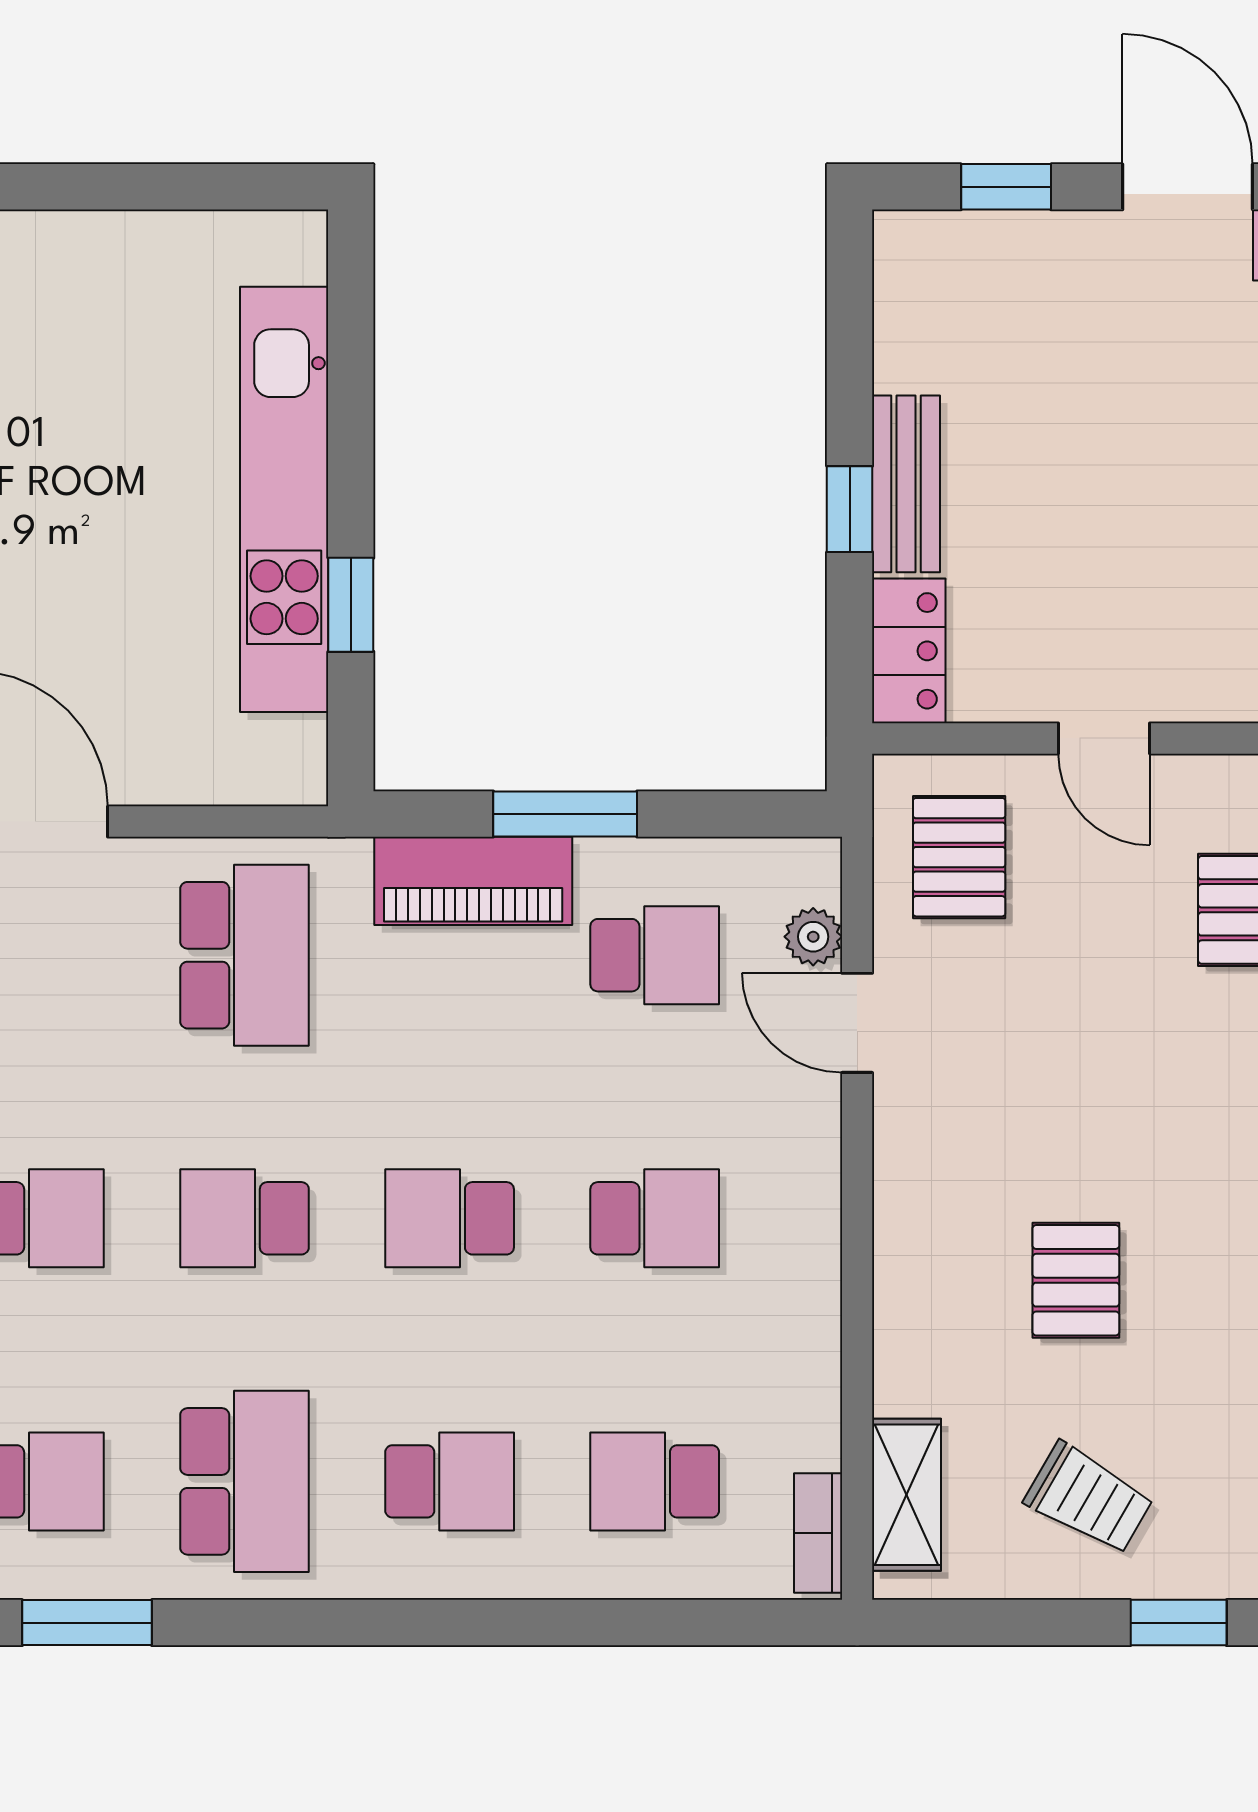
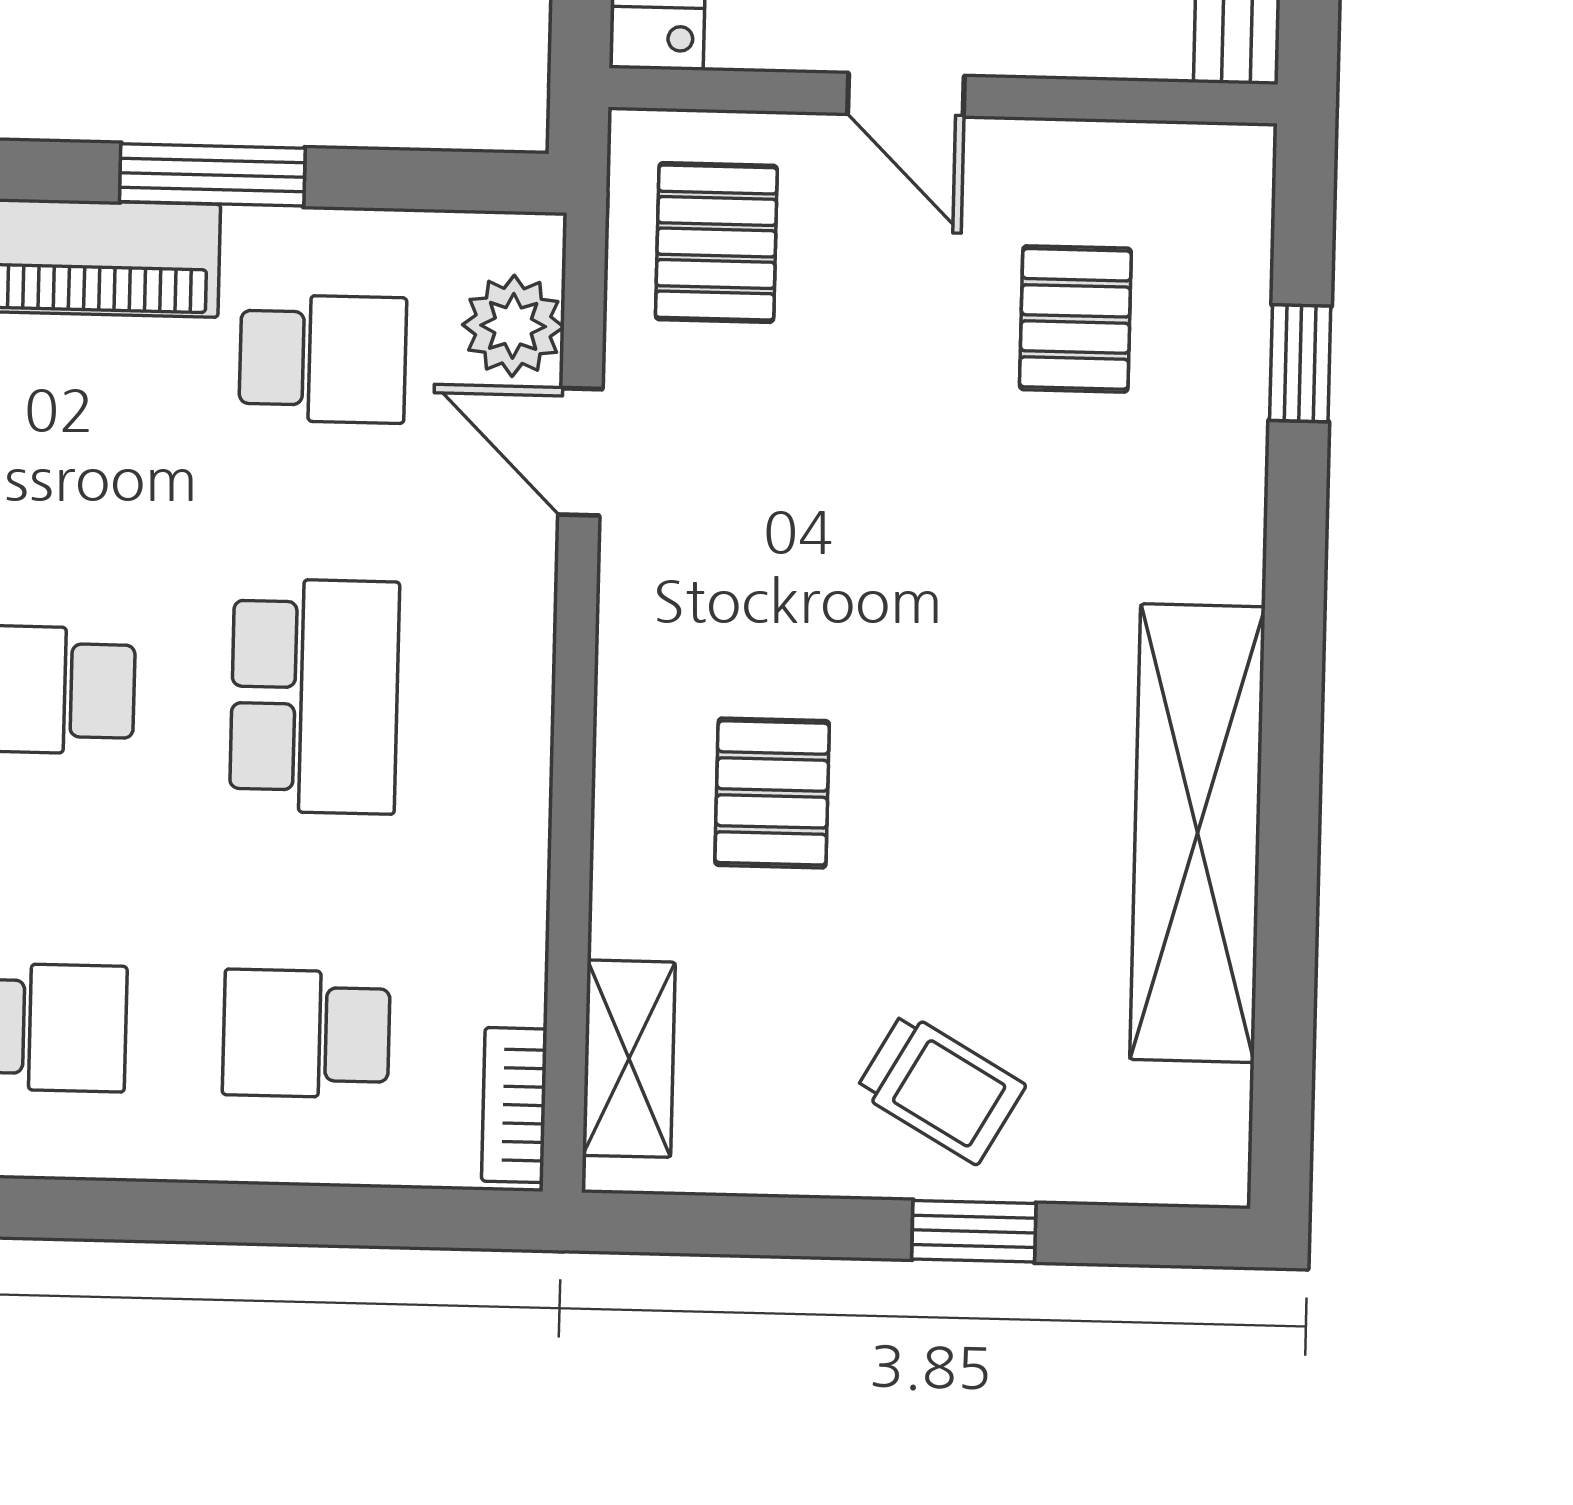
plant: (813, 937) -> (513, 326), width x1.38, depth x1.38
school desk: (655, 1218) -> (315, 696), width x1.85
pallet: (1076, 1280) -> (772, 793), moved
trolley: (1089, 1499) -> (941, 1088), moved

